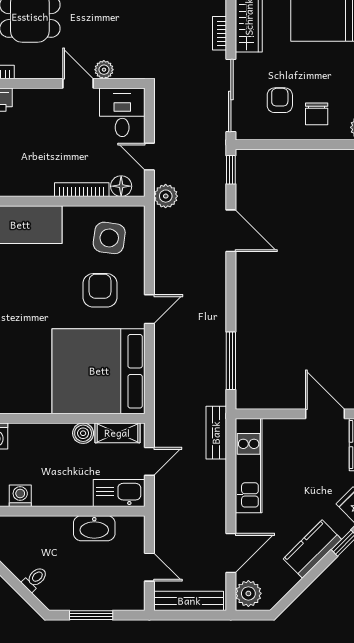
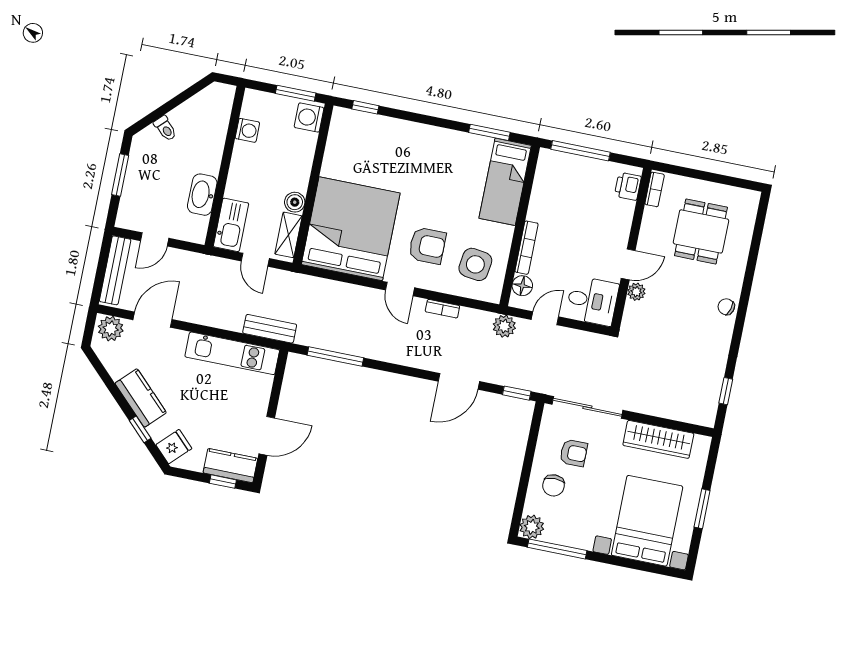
bookcase: (219, 33) -> (442, 309), moved, turned 180
chair: (317, 114) -> (554, 485), turned -90
door: (231, 553) -> (153, 320), swing flipped

